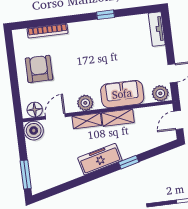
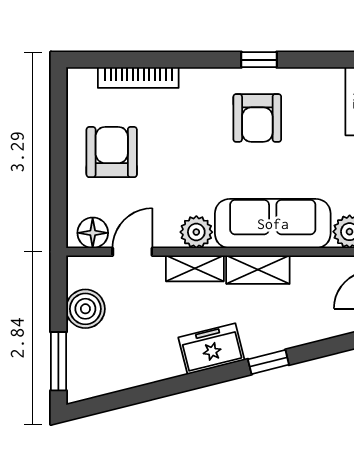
armchair: (108, 43) -> (257, 118), added
sofa: (122, 94) -> (273, 224), width x1.36
boiler: (34, 131) -> (85, 309), moved
freezer: (100, 159) -> (211, 349), width x0.71

